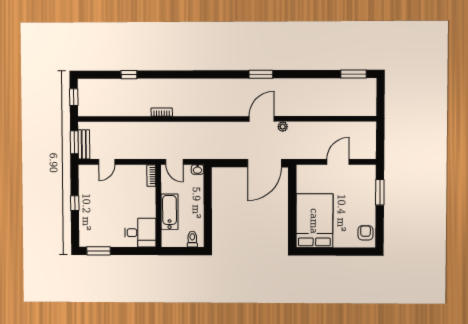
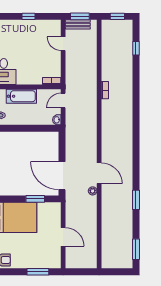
window: (261, 74) -> (136, 200), moved
window: (129, 75) -> (136, 48), moved
window: (292, 195) -> (35, 199), added

